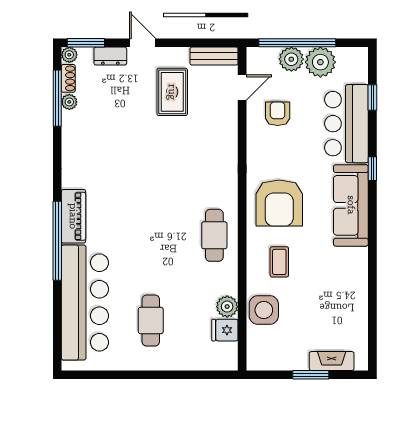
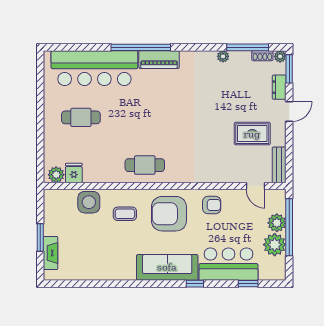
plant: (69, 102) -> (223, 56), moved
armchair: (278, 114) -> (212, 205), moved
plant: (227, 307) -> (56, 175), moved

